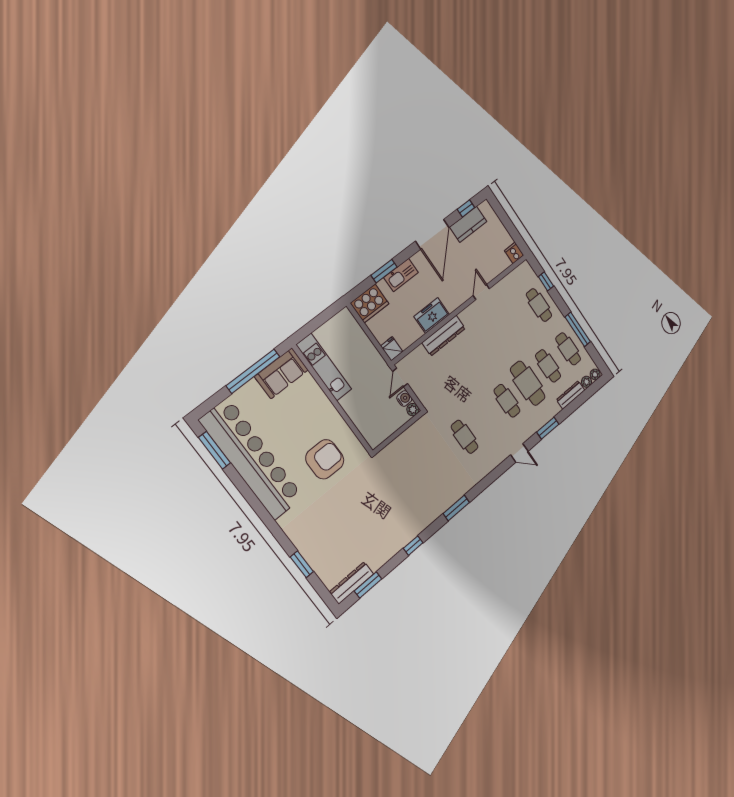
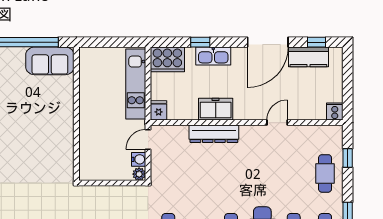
window: (384, 271) -> (200, 42), width x0.67
kitchen unit: (324, 367) -> (136, 84), moved, turned 180
armchair: (325, 459) -> (33, 156), removed

